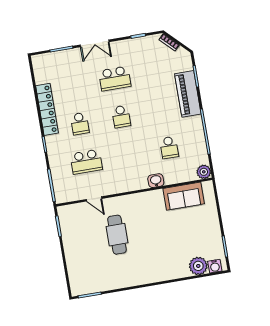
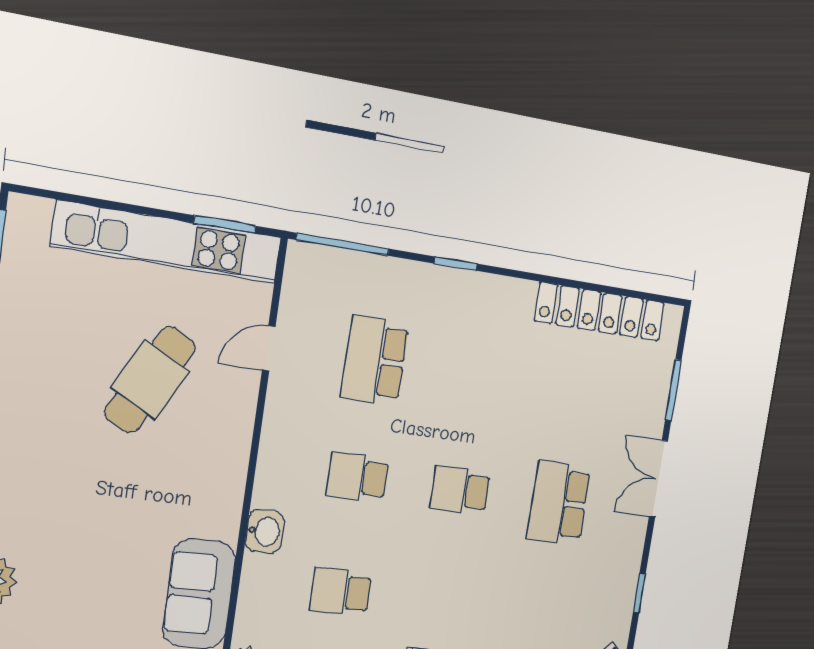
locker: (47, 109) -> (600, 312), moved
school desk: (80, 124) -> (358, 477), moved
cafe table: (117, 235) -> (150, 380), turned -62
kitchen unit: (71, 243) -> (167, 242), added

